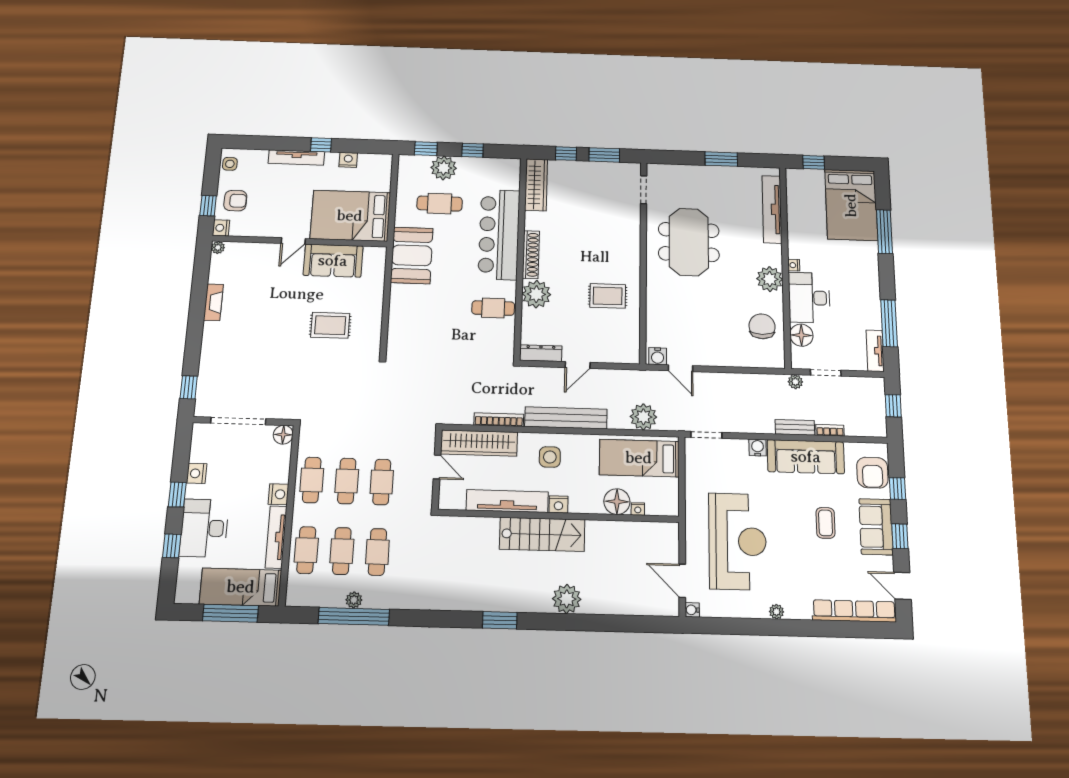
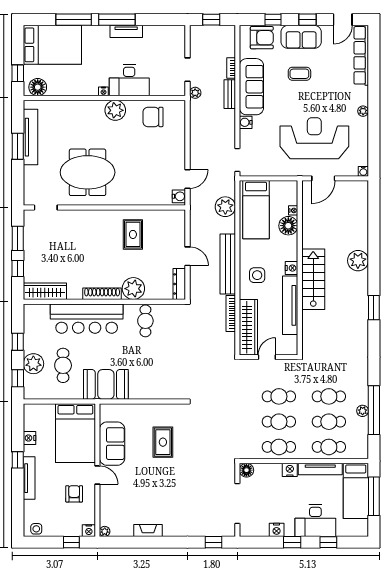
armchair: (235, 201) -> (74, 494), moved
tv unit: (772, 209) -> (30, 137), moved, turned -90
window: (889, 323) -> (117, 20), moved
floor lamp: (801, 335) -> (38, 87), moved
tv unit: (875, 351) -> (126, 31), moved
door: (682, 581) -> (323, 178), moved

